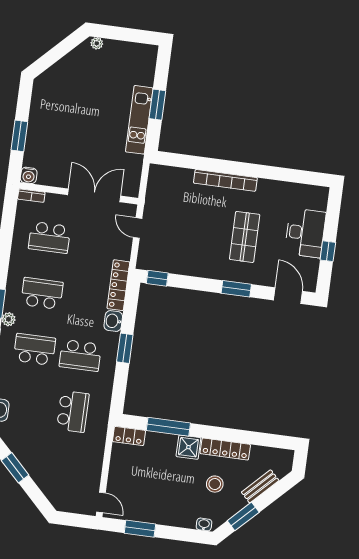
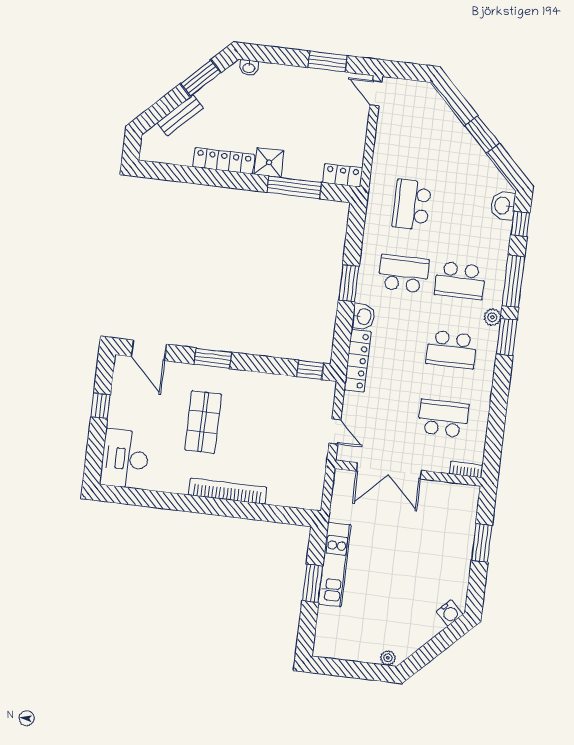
water cooler: (29, 175) -> (450, 613), moved, turned 135
desk: (305, 233) -> (125, 459), moved
stool: (215, 484) -> (236, 118), removed

